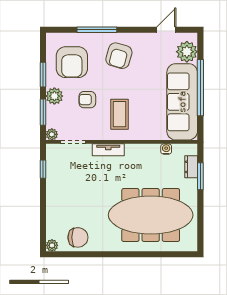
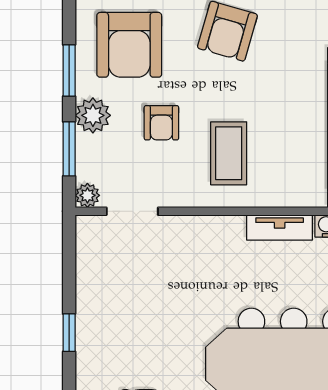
armchair: (87, 100) -> (161, 123), turned -90
tv unit: (108, 150) -> (280, 228), moved
window: (43, 169) -> (69, 333), moved

